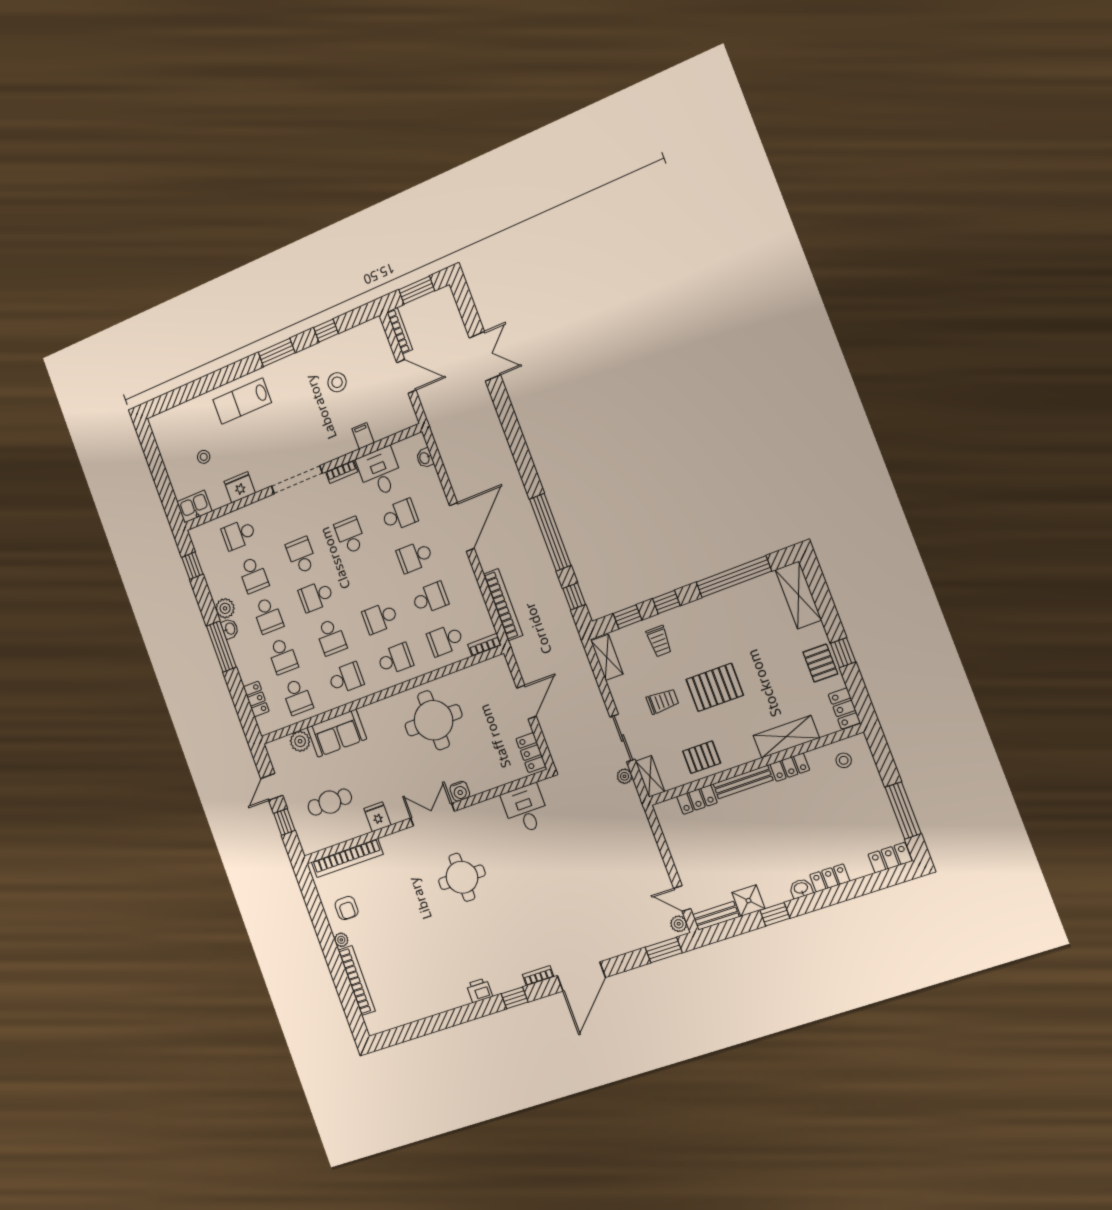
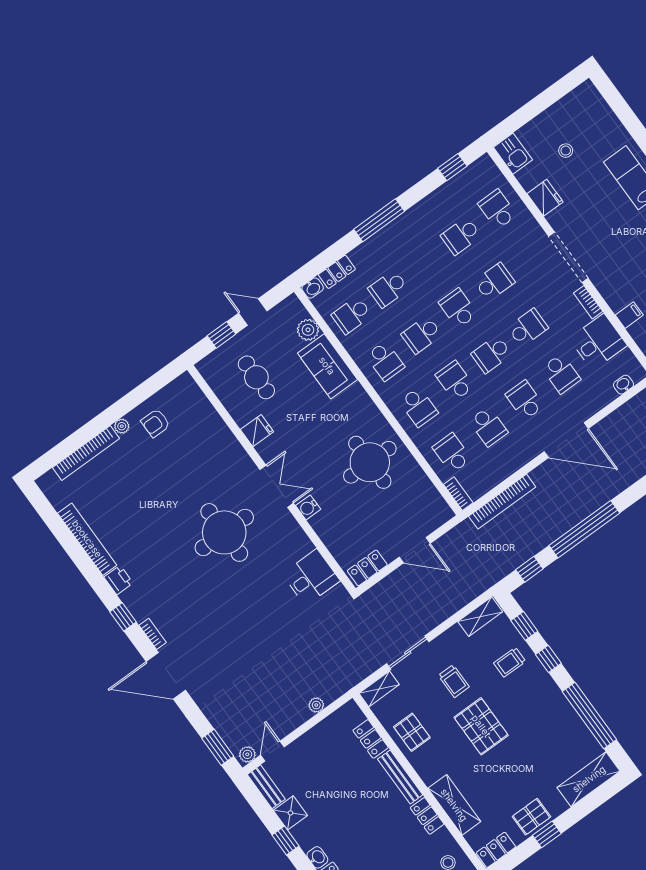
plant: (225, 608) -> (419, 214), removed
school desk: (268, 615) -> (491, 354), moved
washbasin: (230, 629) -> (313, 288), moved
plant: (625, 776) -> (316, 705), moved
bookcase: (347, 858) -> (87, 539), moved, turned 180
round table: (462, 877) -> (224, 532), width x1.36, depth x1.36

